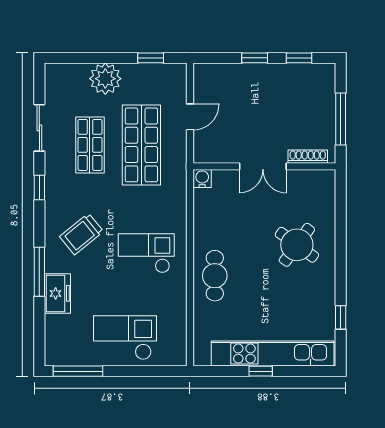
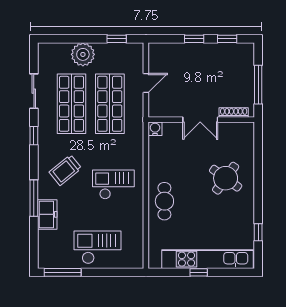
shop shelf: (90, 145) -> (71, 104), width x1.43, depth x1.36

